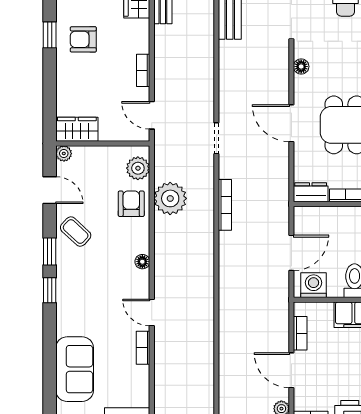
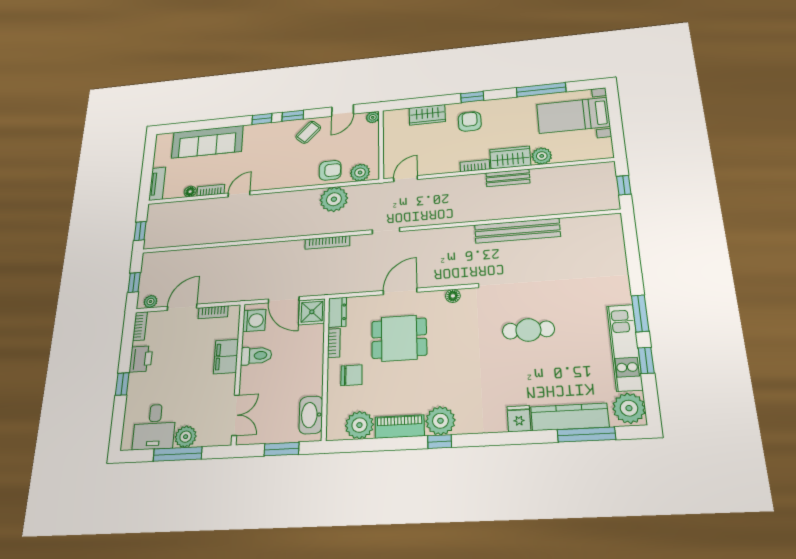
bookcase: (143, 70) -> (475, 166), moved
wardrobe: (77, 129) -> (427, 115), moved, turned 90
shower: (308, 221) -> (312, 312), added
floor lamp: (142, 262) -> (190, 192), moved
sofa: (75, 369) -> (207, 142), width x1.36

